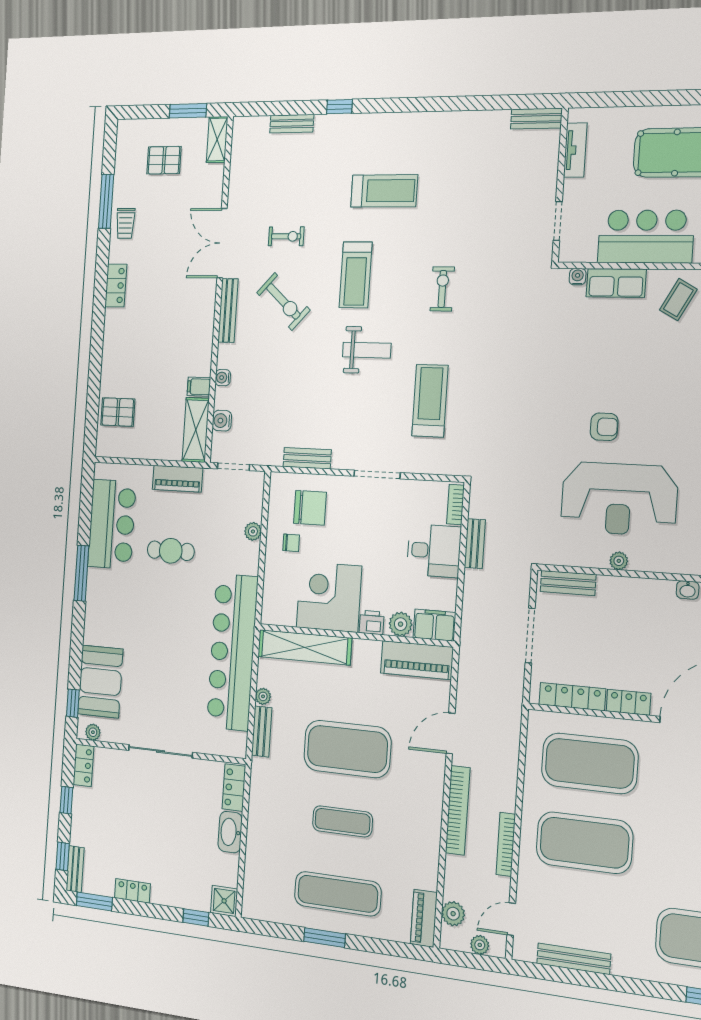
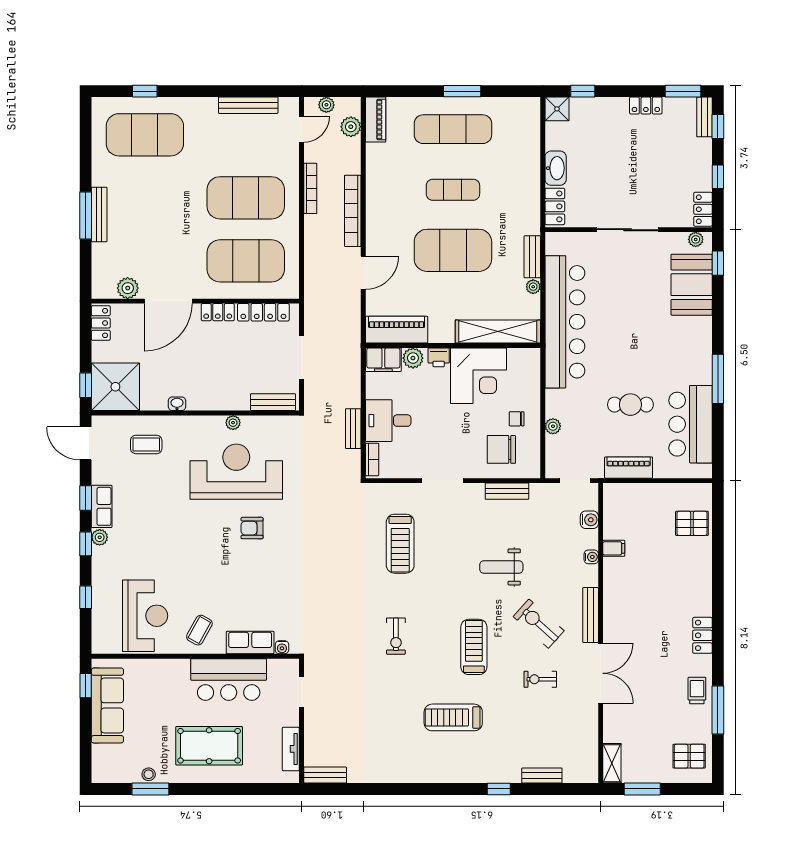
pallet: (164, 160) -> (689, 756), moved
weight bench: (367, 350) -> (501, 567), moved
shelving: (196, 430) -> (614, 511), removed

